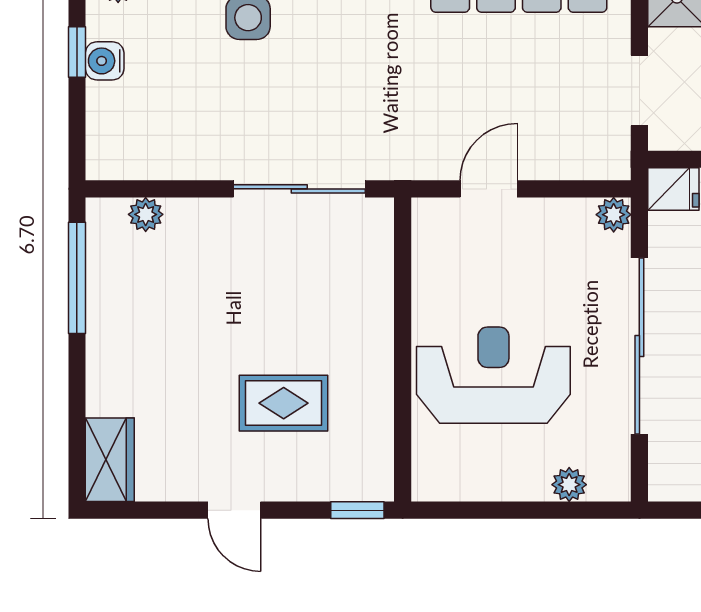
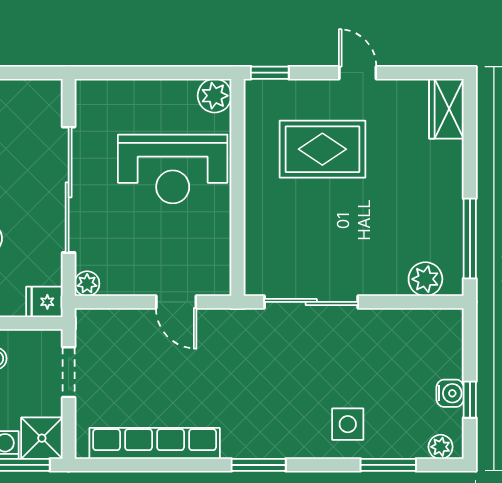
door: (489, 189) -> (176, 302), hinge flipped
plant: (146, 214) -> (425, 279), width x1.38, depth x1.38
rug: (284, 403) -> (322, 149), width x1.36, depth x1.43
plant: (569, 485) -> (215, 96), moved, width x1.38, depth x1.38

